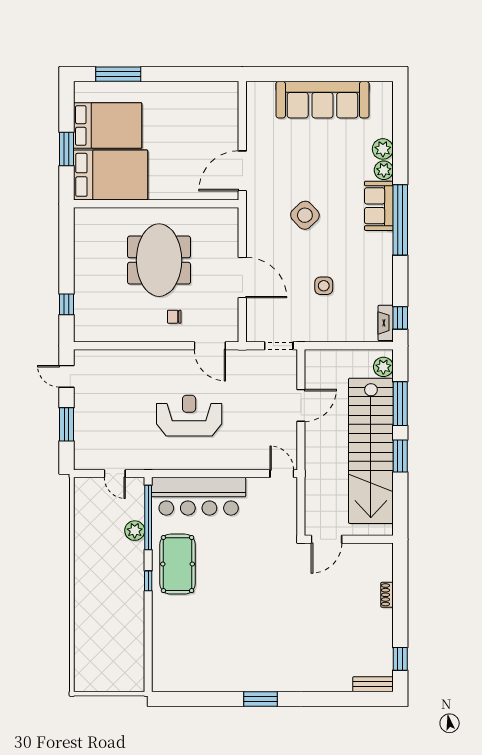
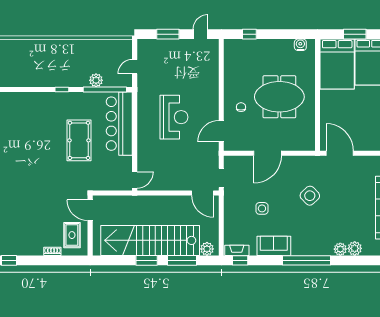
sofa: (379, 206) -> (274, 246), moved
water cooler: (82, 229) -> (300, 45), added
door: (301, 405) -> (202, 193), moved
pool table: (178, 564) -> (79, 140), moved, turned 90
rug: (363, 566) -> (72, 235), added

